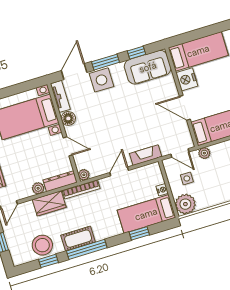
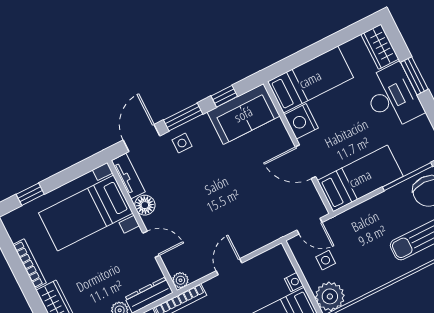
side table: (101, 80) -> (182, 143), width x0.54, depth x0.54
plant: (204, 153) -> (344, 220), removed
fireplace: (146, 155) -> (262, 238), removed

